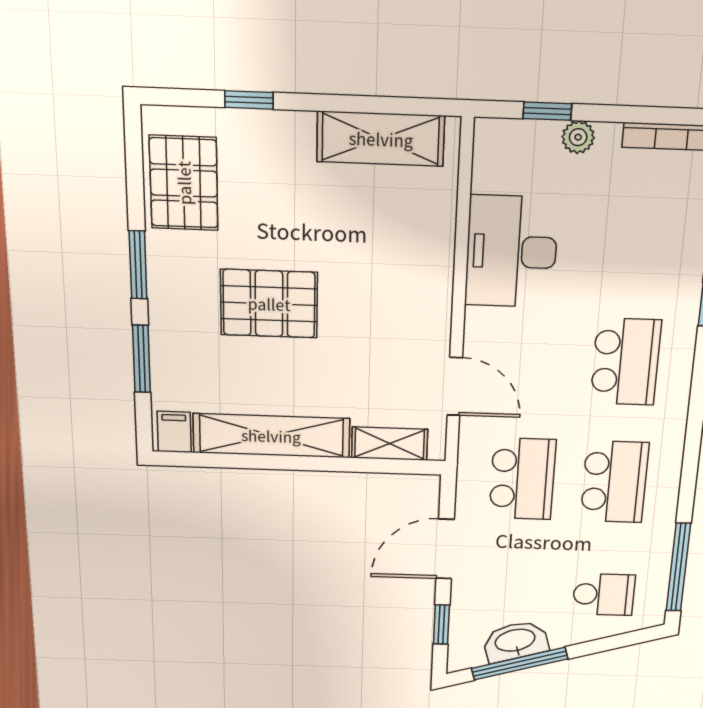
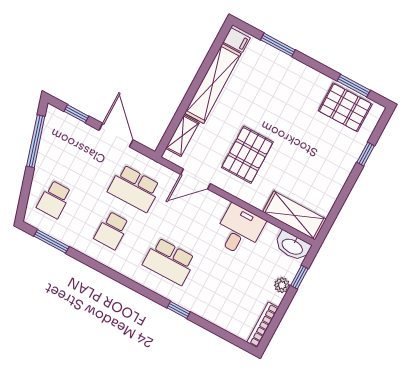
shelving: (381, 139) -> (294, 215), moved, turned 90
desk: (511, 252) -> (239, 230), width x0.73
window: (138, 265) -> (354, 86), moved
pallet: (269, 304) -> (247, 155), moved
school desk: (614, 482) -> (112, 230), width x0.54
window: (678, 567) -> (51, 241), width x0.69
washbasin: (515, 641) -> (293, 246), moved, turned 107

